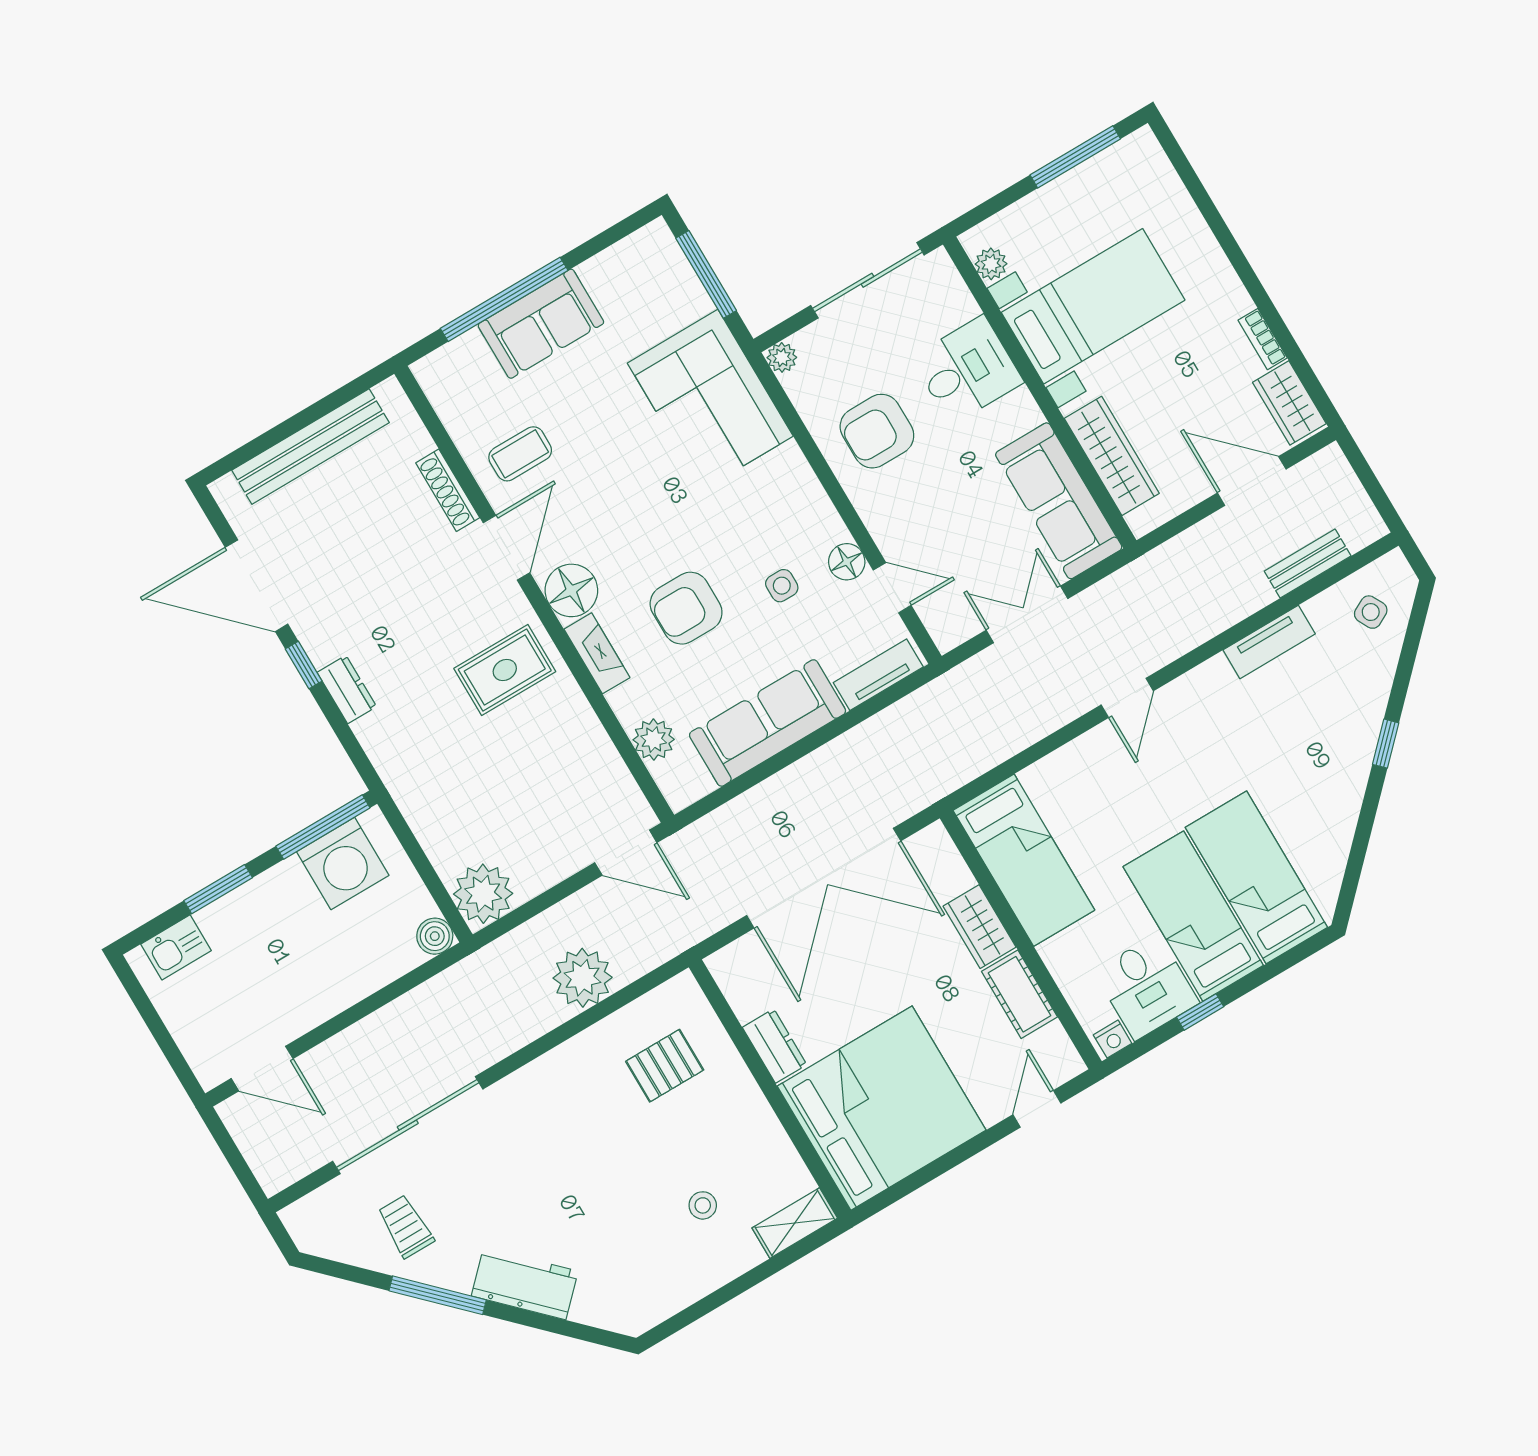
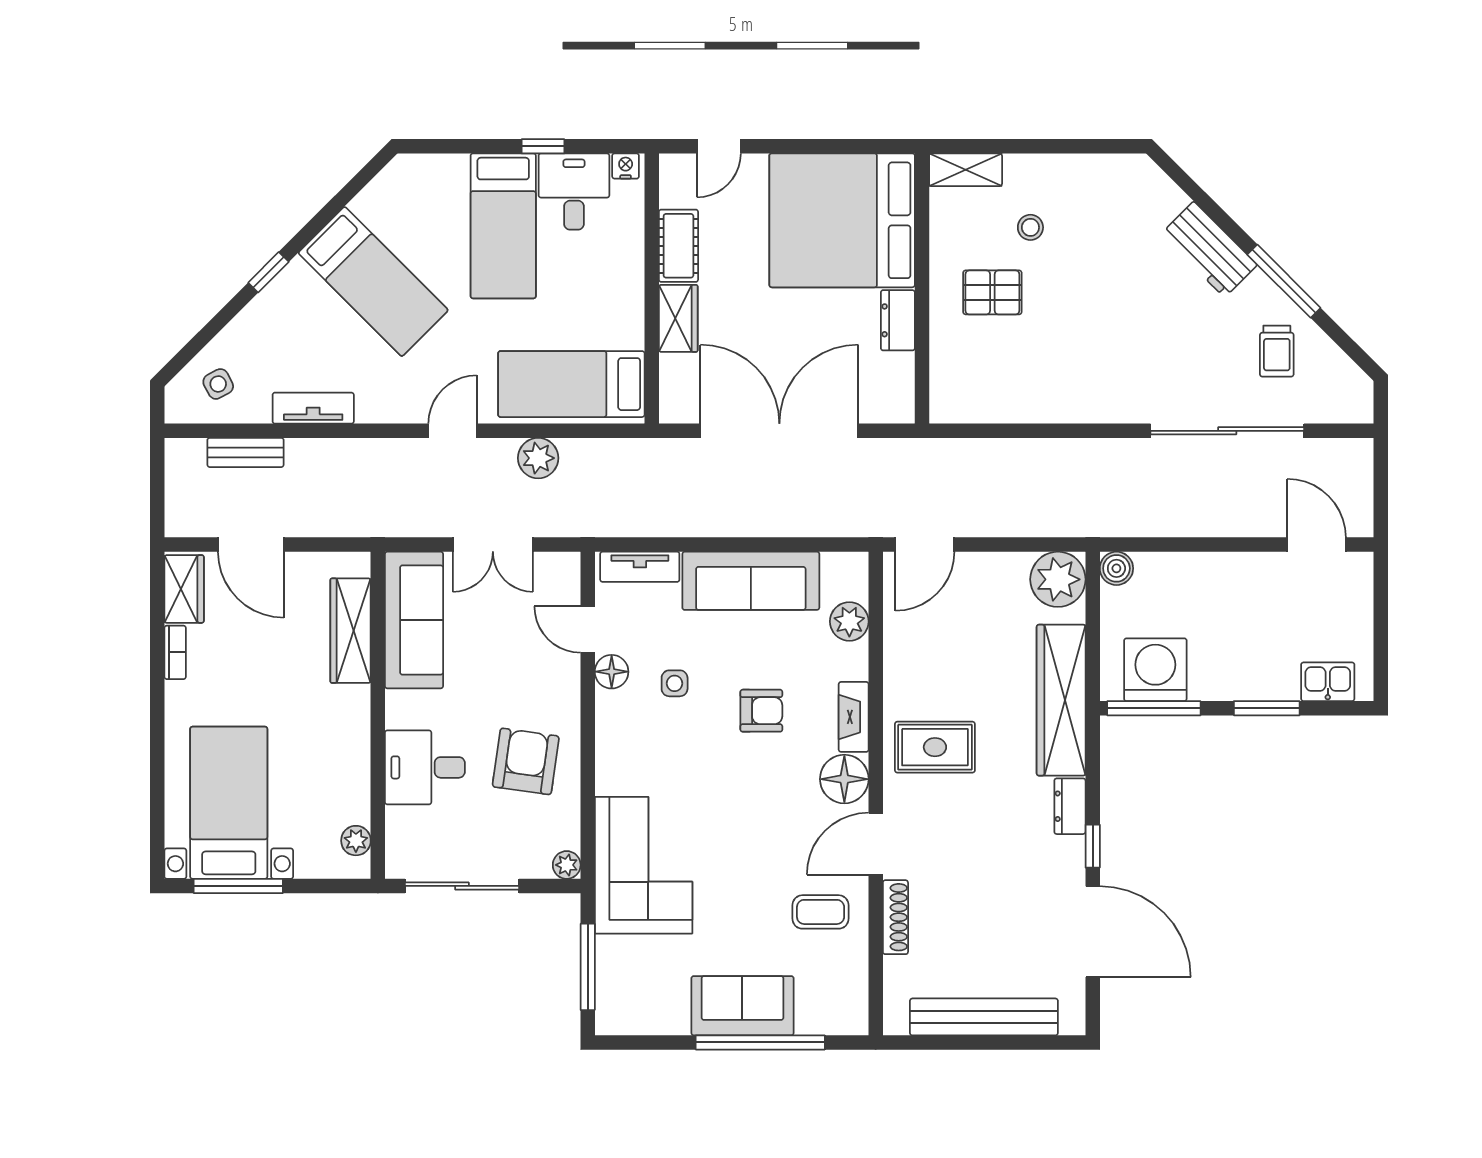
bed with nightstands: (1093, 306) -> (229, 803), moved, turned 90
armchair: (877, 431) -> (526, 761), turned -82
armchair: (686, 608) -> (761, 711), width x0.72, depth x0.72
wardrobe: (414, 783) -> (1061, 700), added
door: (626, 853) -> (925, 545), swing flipped
bed: (1024, 860) -> (571, 384), moved, turned -90
bed: (1256, 877) -> (373, 282), moved, turned -45
plant: (583, 978) -> (538, 458), moved, width x0.73, depth x0.73
pallet: (665, 1066) -> (992, 292), moved

